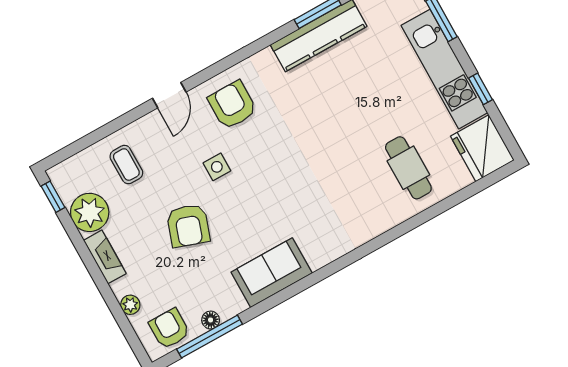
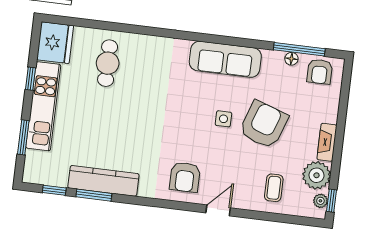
side table: (217, 167) -> (223, 119), moved
armchair: (188, 226) -> (264, 125), width x1.36, depth x1.36
sofa: (272, 273) -> (225, 59), width x1.36
plant: (130, 305) -> (320, 201), moved

